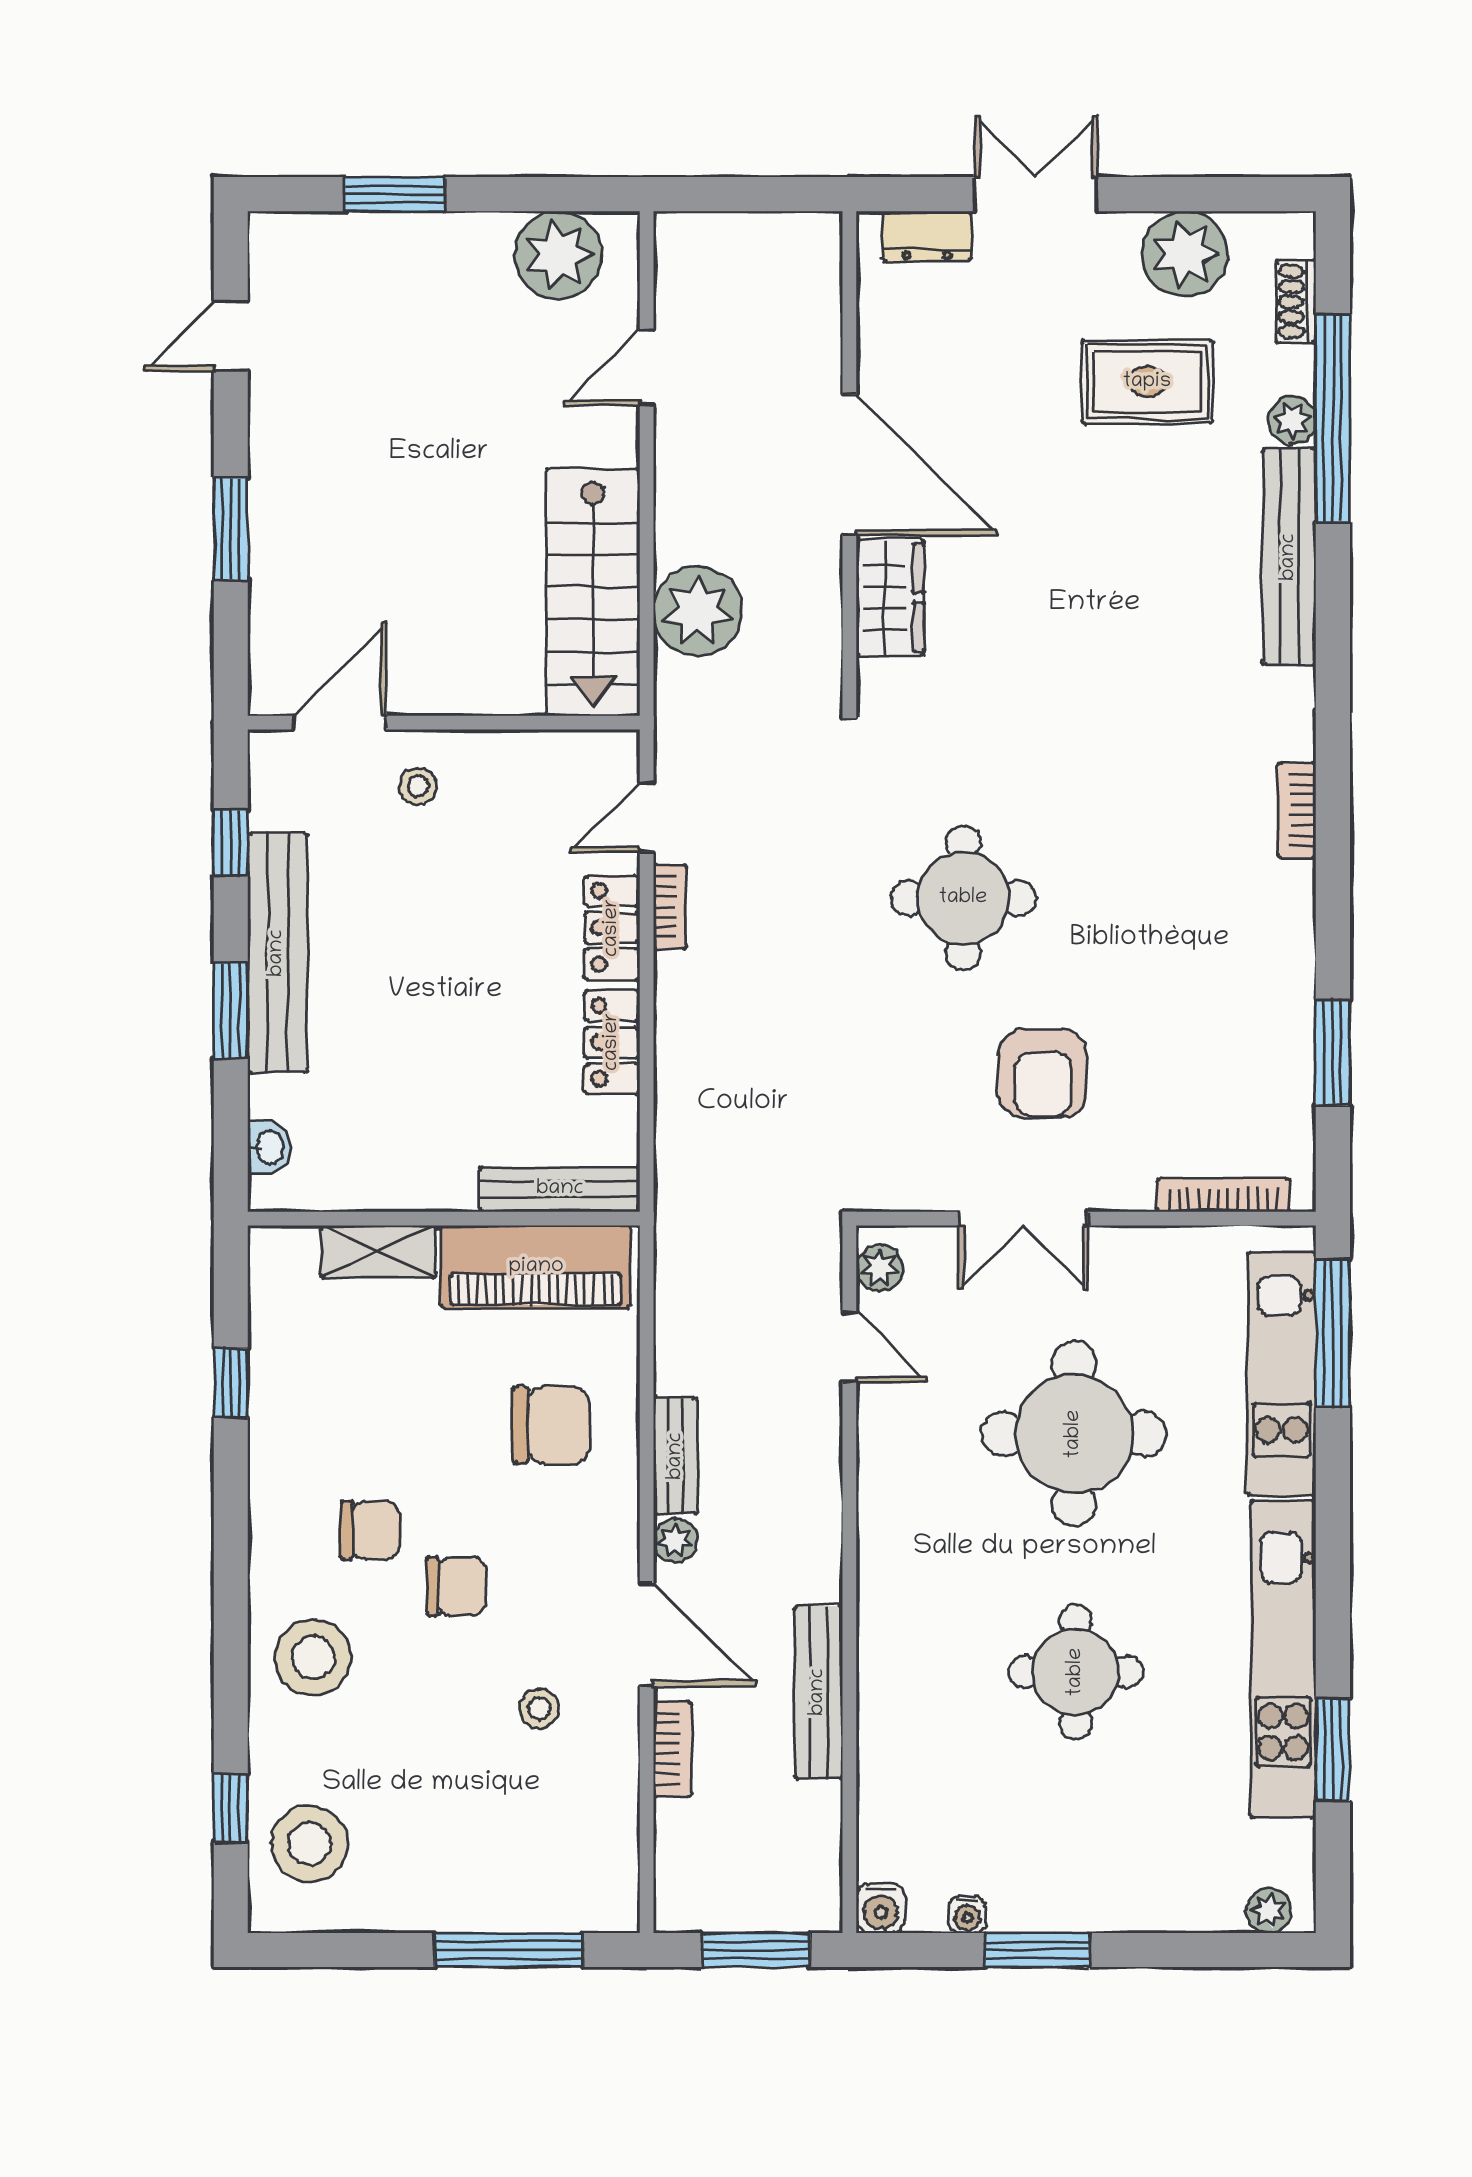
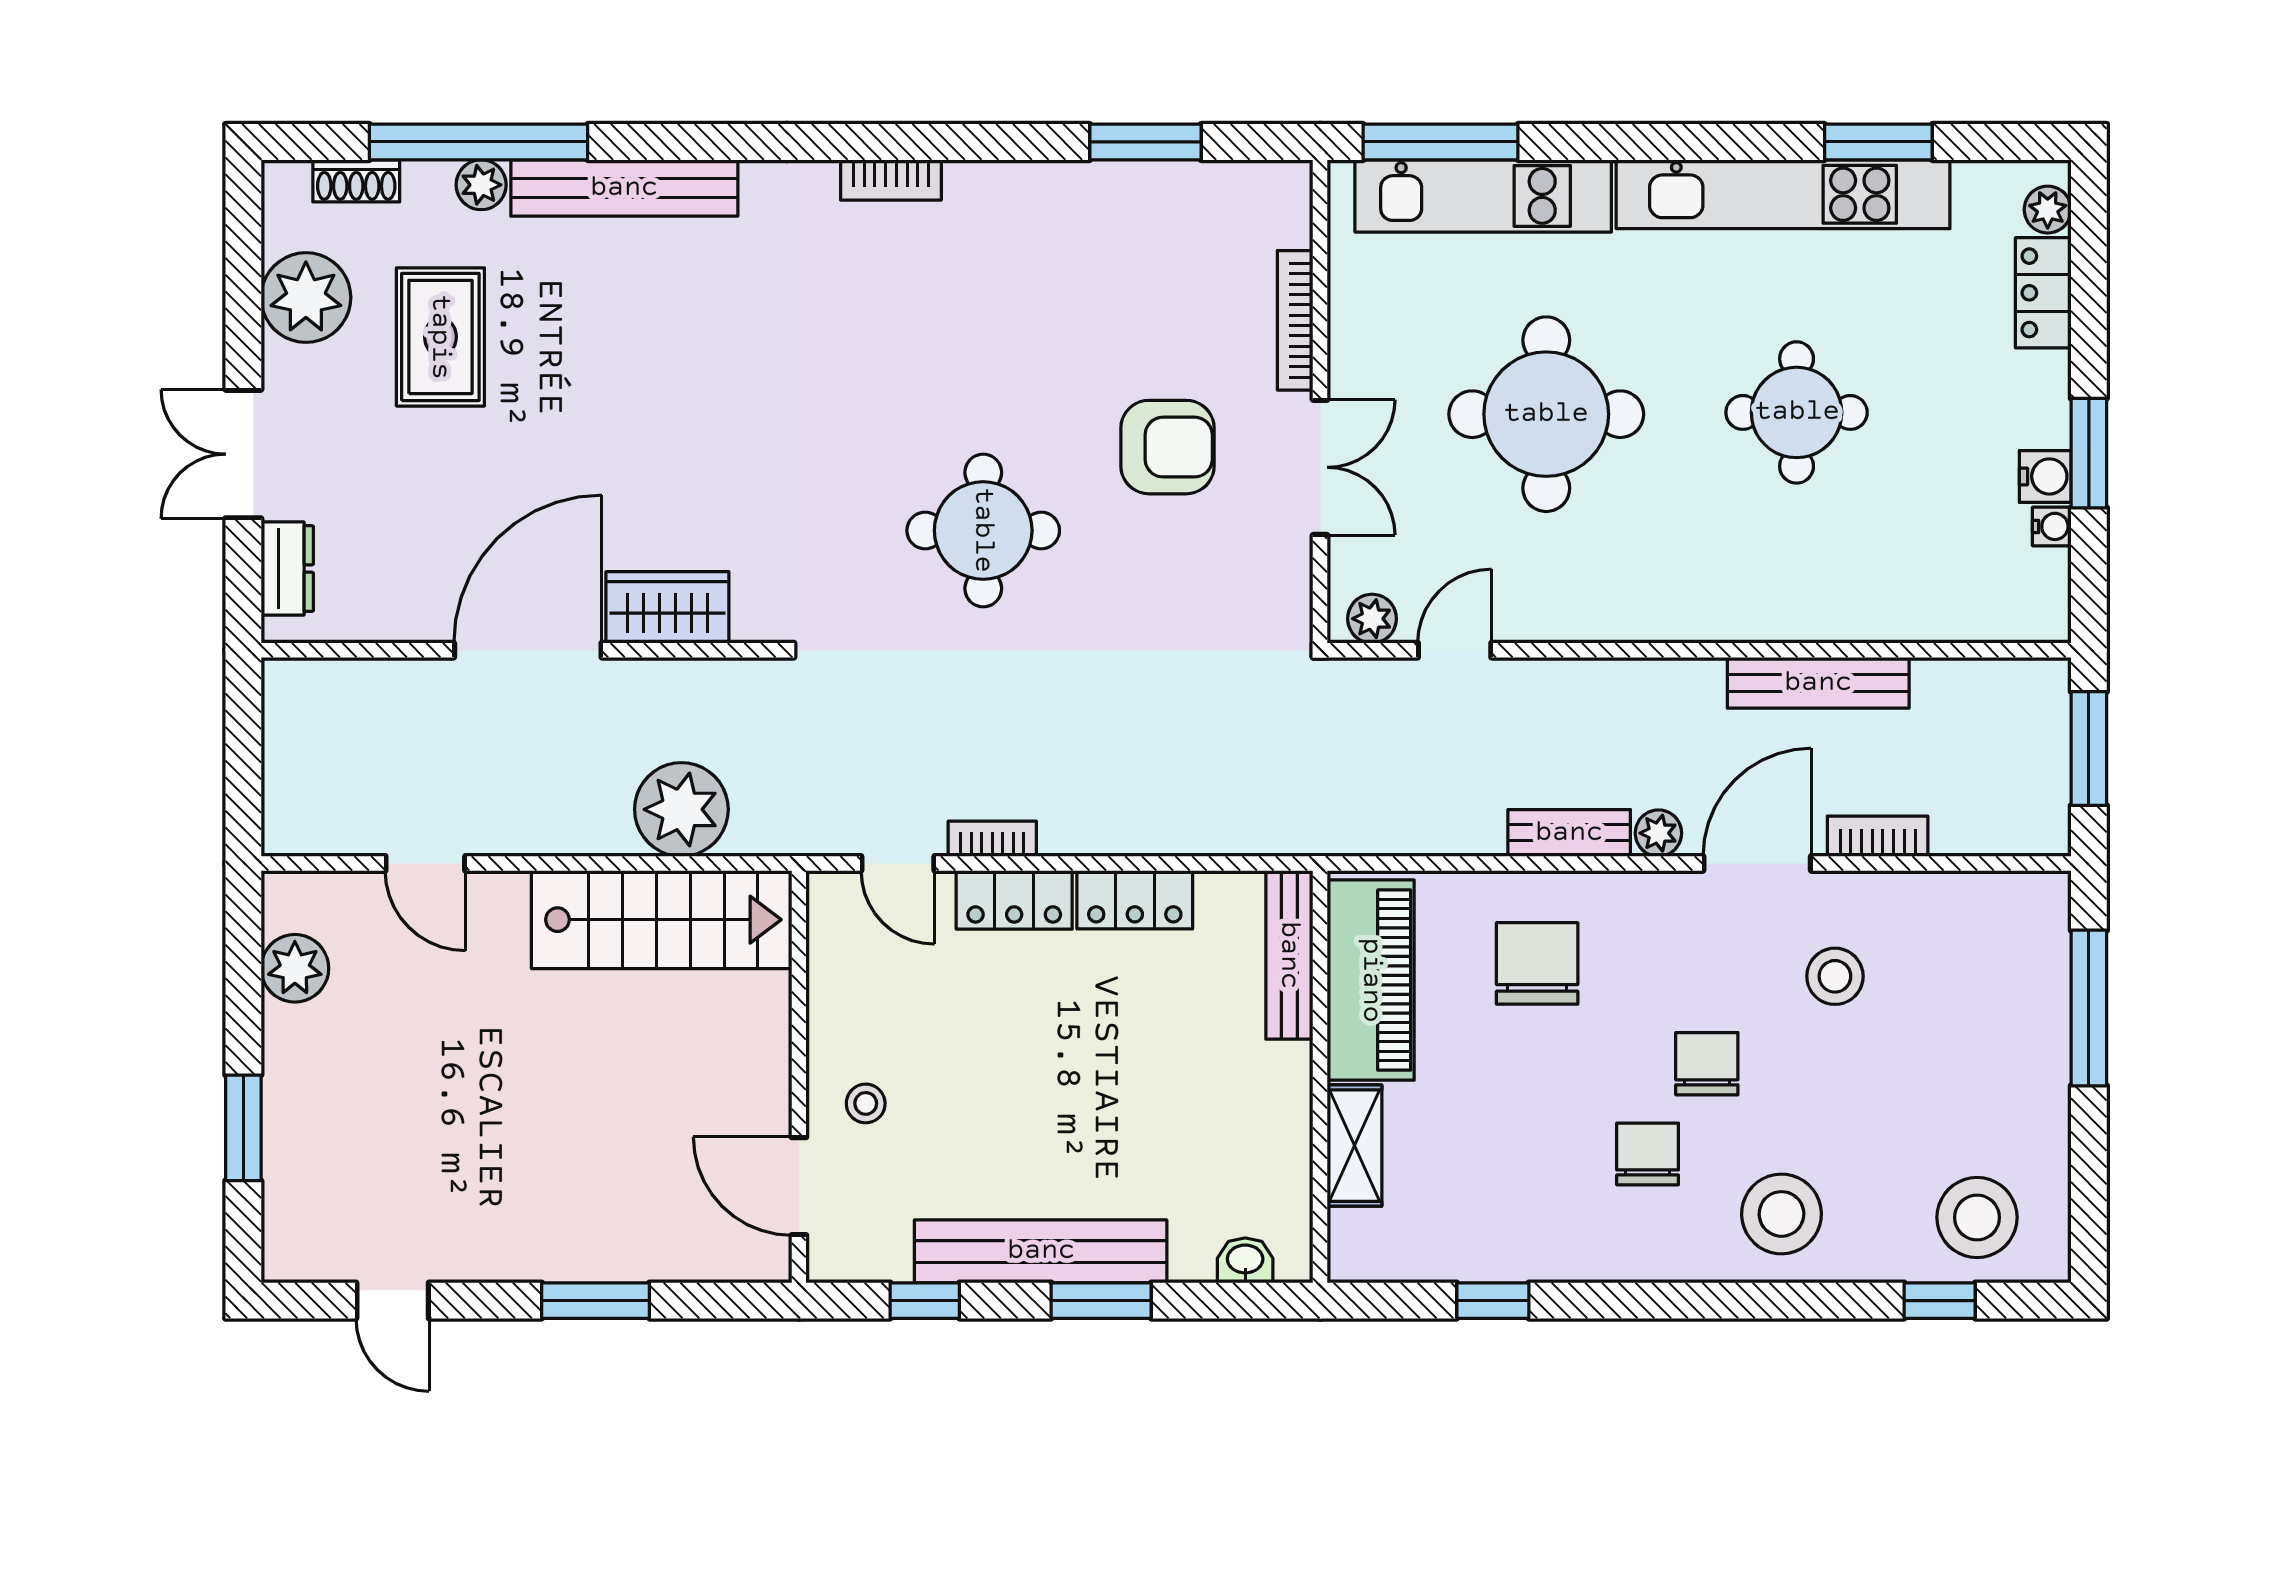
plant: (558, 255) -> (295, 968), width x0.73, depth x0.73
bookcase: (1223, 1195) -> (1295, 320), moved
stool: (539, 1708) -> (1835, 976), width x1.37, depth x1.37
locker: (1189, 1907) -> (2043, 293), added
water cooler: (881, 1908) -> (2045, 476), moved

